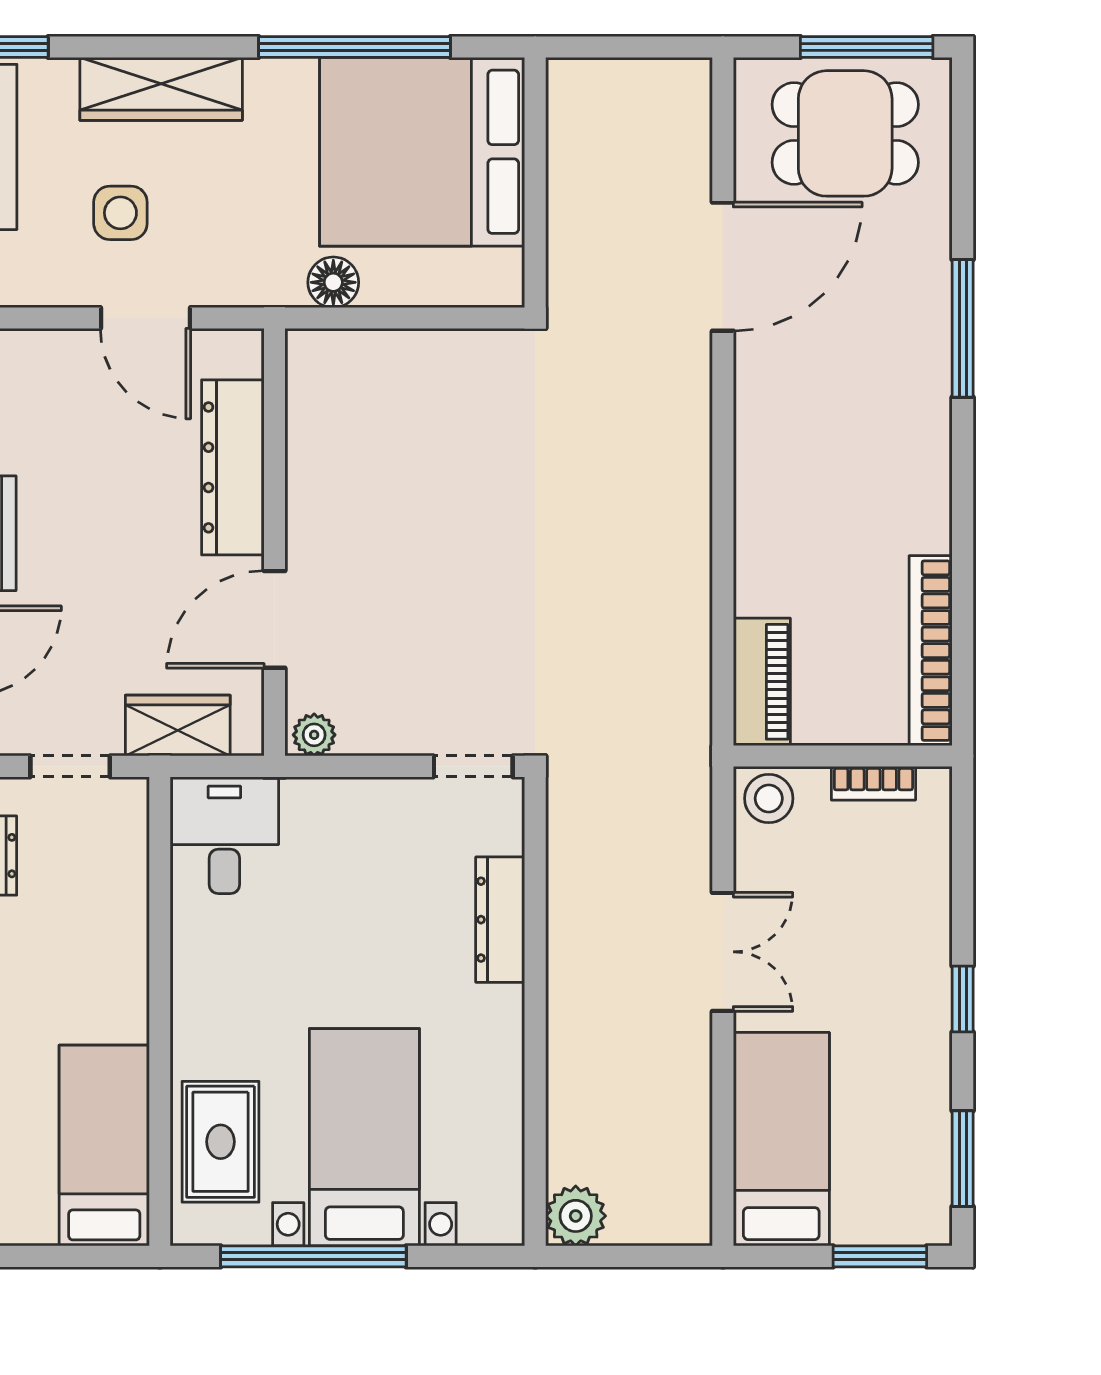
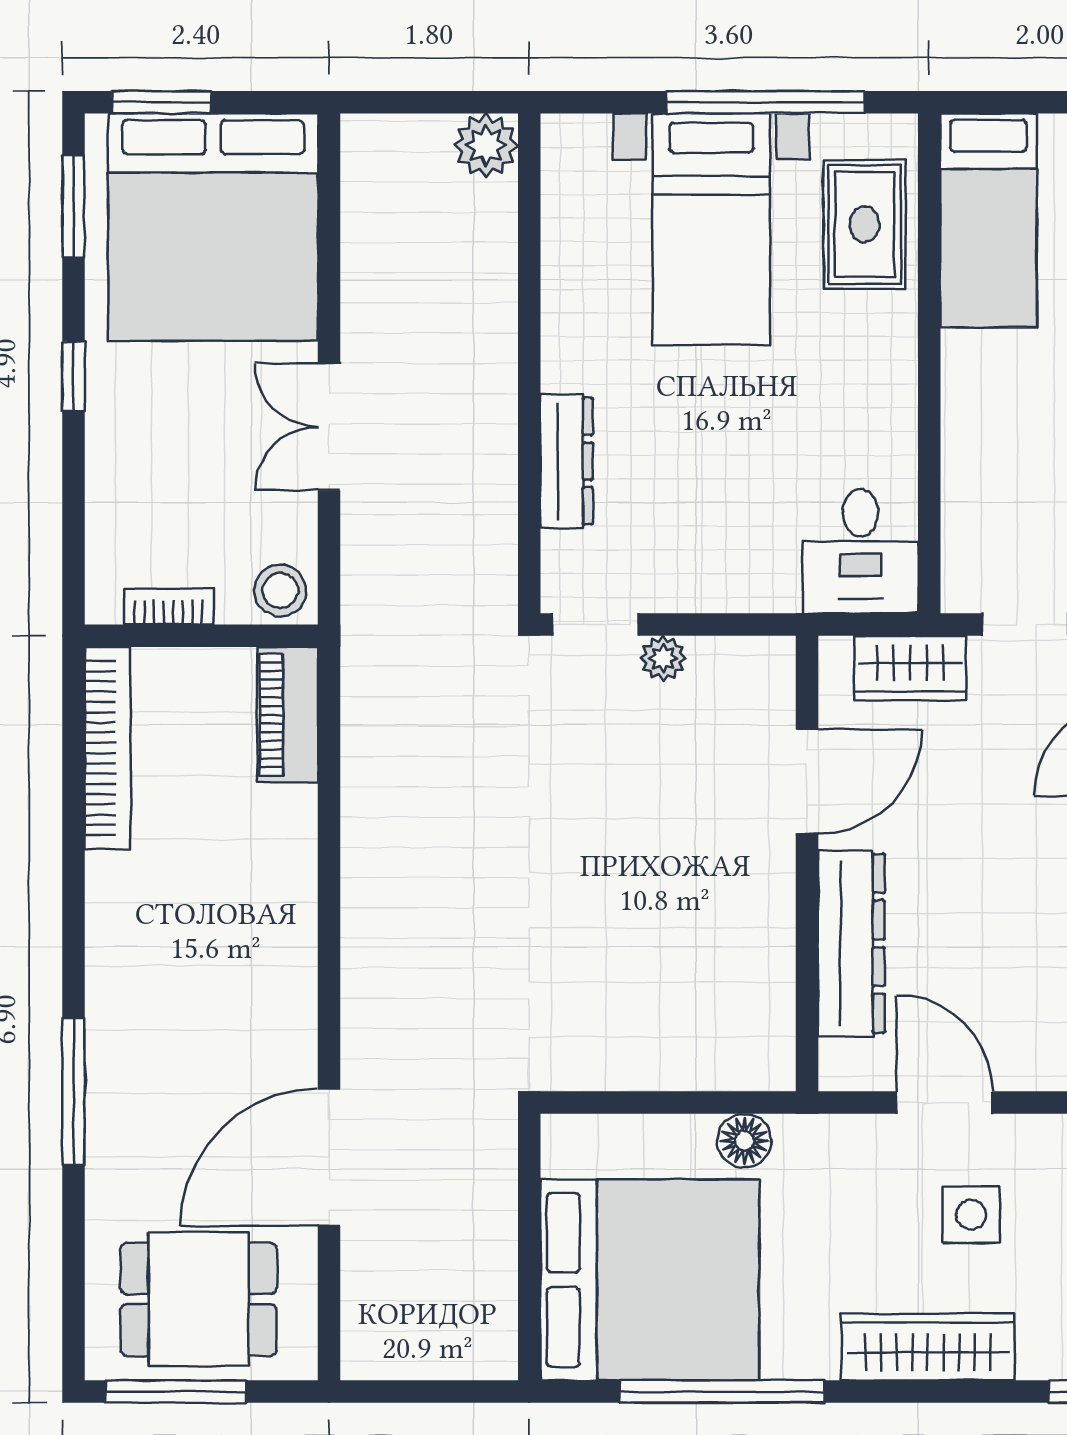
plant: (314, 735) -> (663, 658), moved
bed: (781, 1139) -> (213, 227), width x2.04

